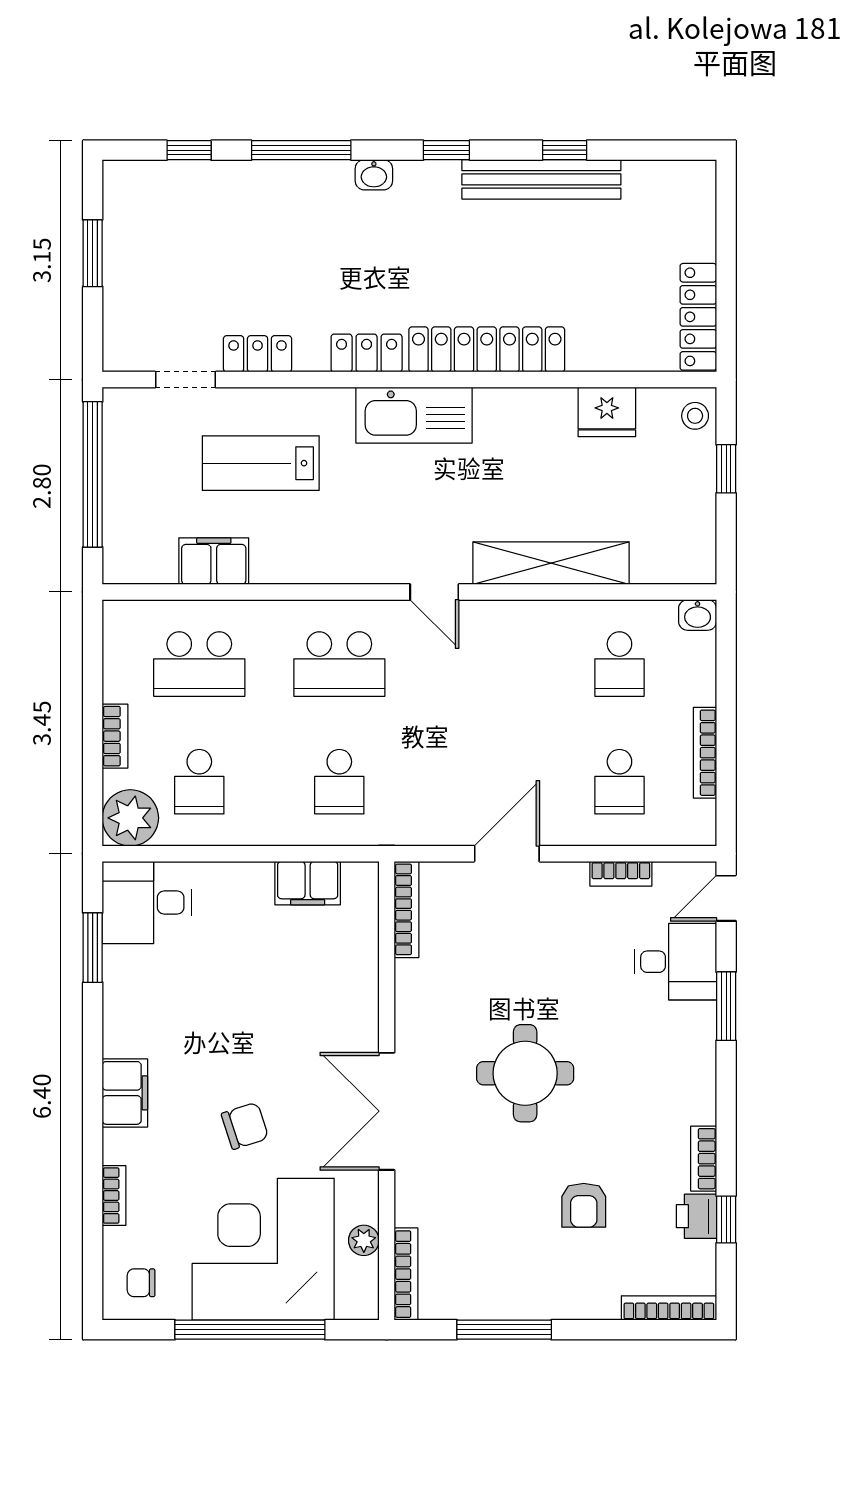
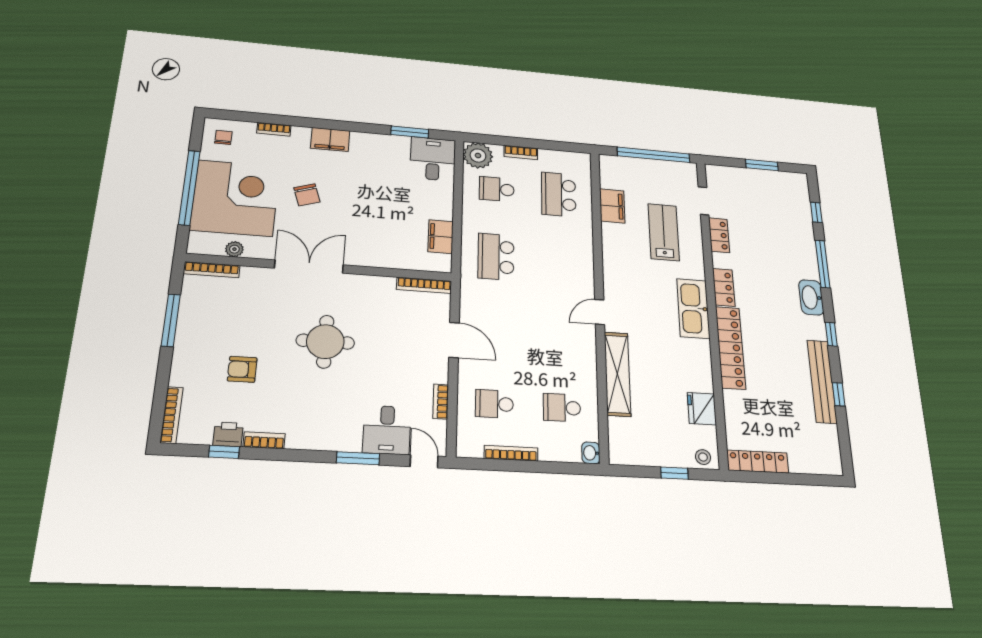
washbasin: (374, 175) -> (811, 297), width x1.91, depth x1.45
school desk: (339, 664) -> (560, 262), removed
school desk: (339, 782) -> (496, 257), width x1.85

